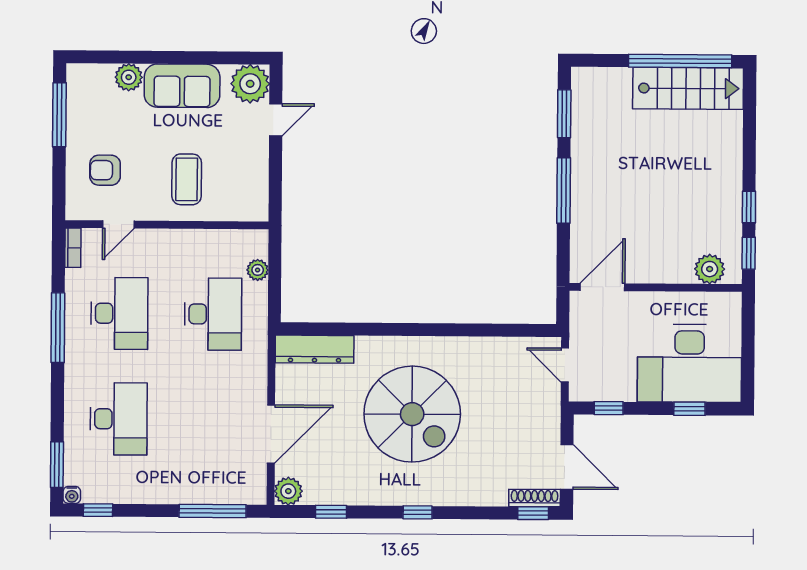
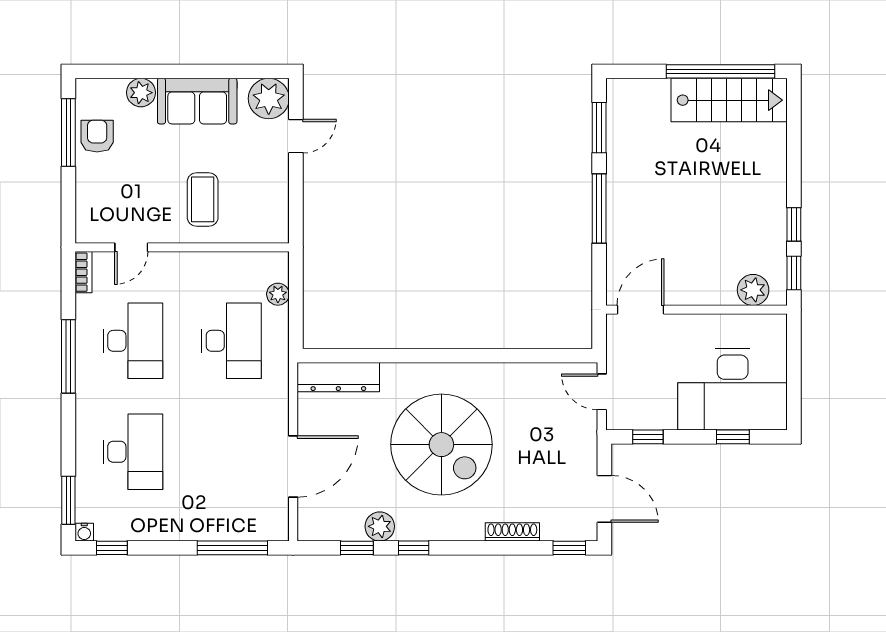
armchair: (105, 170) -> (97, 136), moved, turned 90
plant: (288, 491) -> (380, 526), moved
shoe rack: (535, 498) -> (512, 532), moved
window: (418, 512) -> (414, 548), moved

